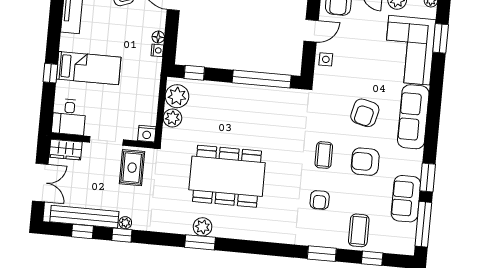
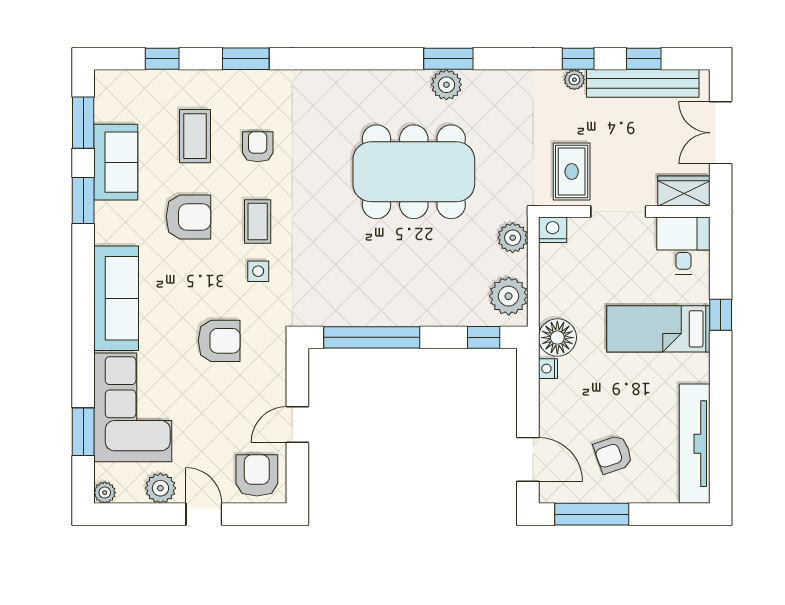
floor lamp: (158, 37) -> (557, 338), moved, width x1.89, depth x1.89
side table: (326, 59) -> (258, 271), moved
armchair: (365, 113) -> (219, 341), moved, turned 76
plant: (172, 118) -> (513, 238), moved
window: (423, 224) -> (83, 123), width x0.69
coffee table: (359, 230) -> (195, 136), moved

